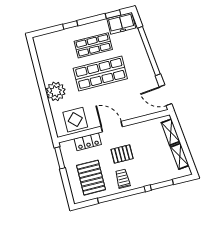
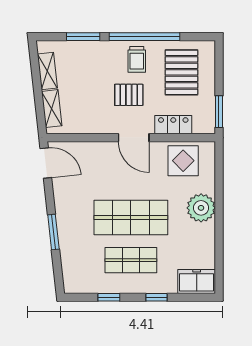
window: (113, 14) -> (109, 297), moved
freezer: (121, 23) -> (197, 281), moved
window: (149, 51) -> (53, 232), width x0.47

